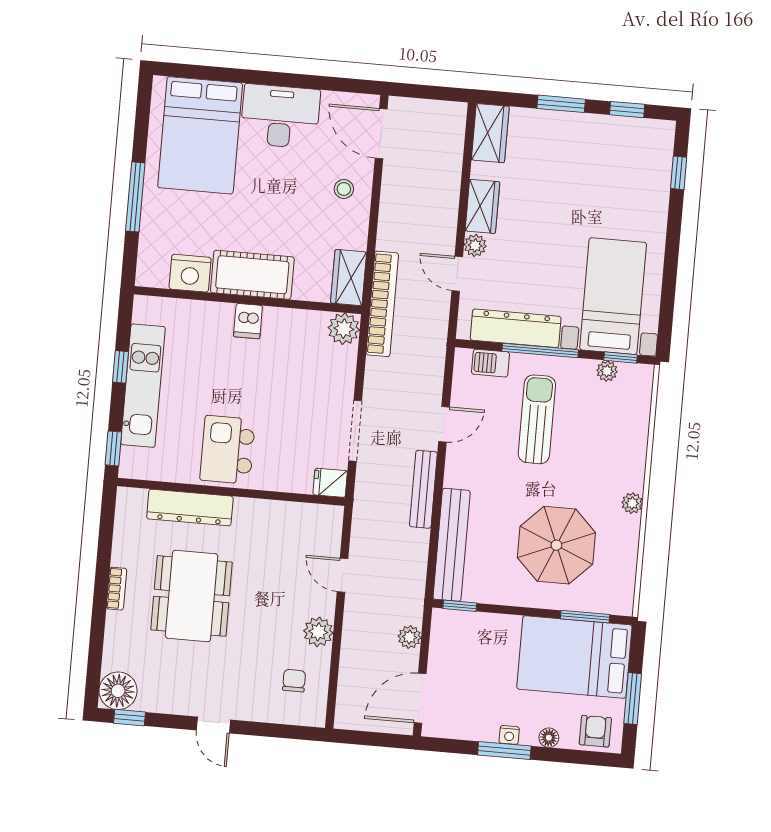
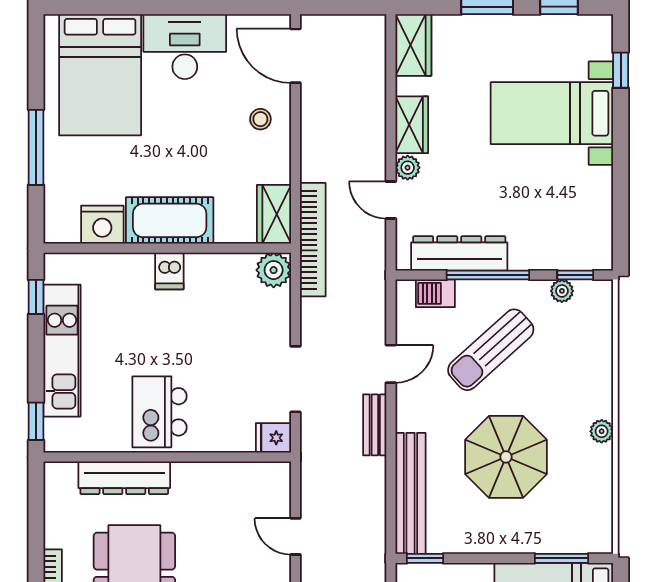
bed with nightstands: (613, 296) -> (552, 113), moved, turned -90
window: (120, 367) -> (36, 297), moved
sun lounger: (537, 419) -> (491, 350), turned -132
bench: (423, 489) -> (375, 425), width x0.73
parasol: (556, 545) -> (506, 457), moved

